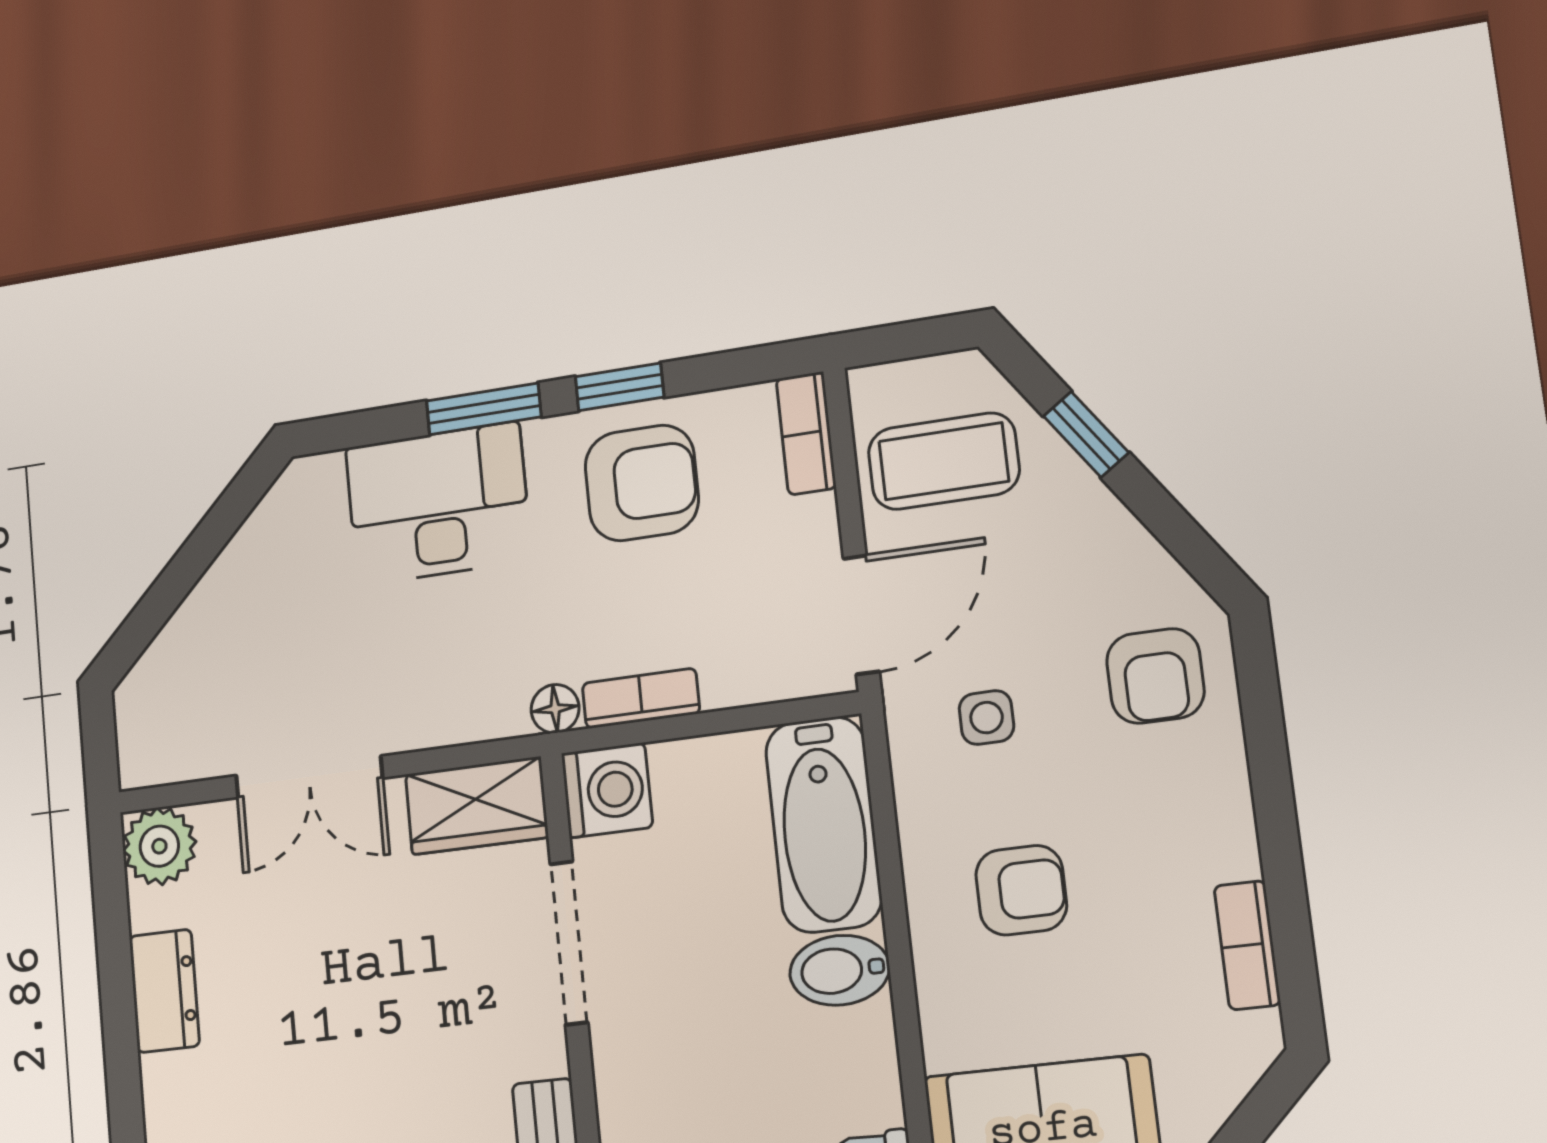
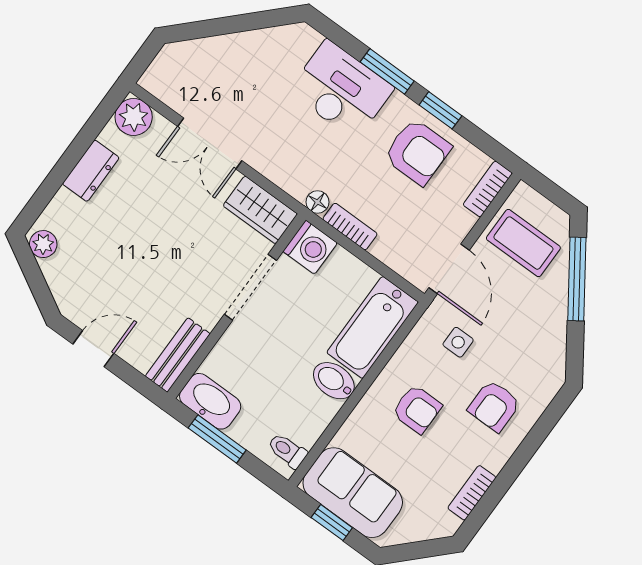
window: (1086, 434) -> (577, 279), width x2.17
door: (861, 615) -> (449, 269), hinge flipped
armchair: (1155, 676) -> (494, 406), moved

